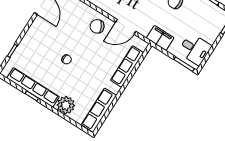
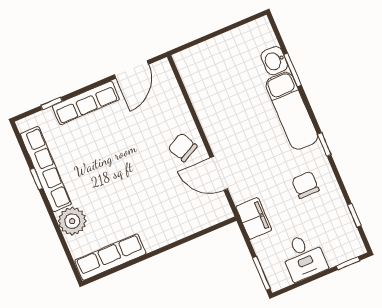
desk: (195, 49) -> (304, 257), moved
chair: (67, 59) -> (114, 163), removed
row of seats: (127, 66) -> (86, 103), moved, turned 180

